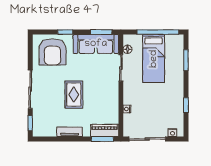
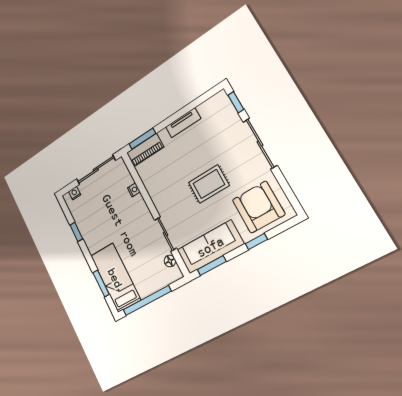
bed: (154, 59) -> (115, 278), moved
rug: (74, 95) -> (209, 184), moved, turned 90

